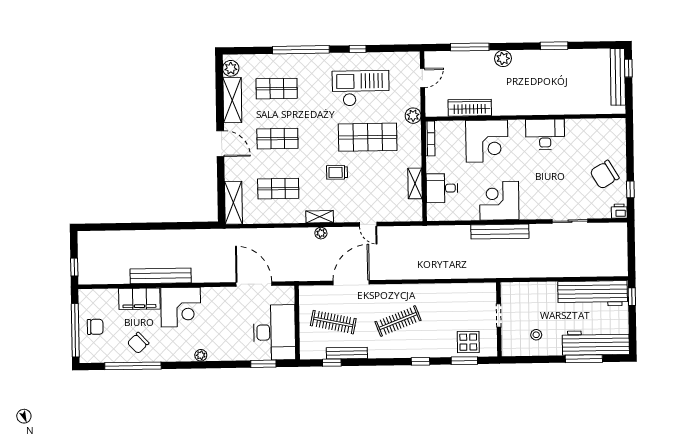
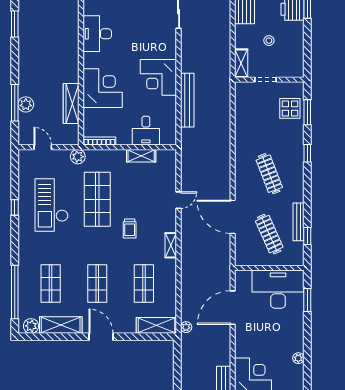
window: (301, 50) -> (15, 292), moved
plant: (503, 58) -> (26, 104), moved
door: (220, 144) -> (101, 337), hinge flipped
bench: (500, 232) -> (187, 100), moved
plant: (321, 233) -> (186, 327), moved
shelving: (516, 289) -> (241, 63), added
clothes rail: (333, 322) -> (269, 234), turned -36
stool: (536, 335) -> (269, 41), moved

